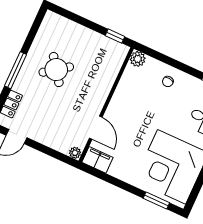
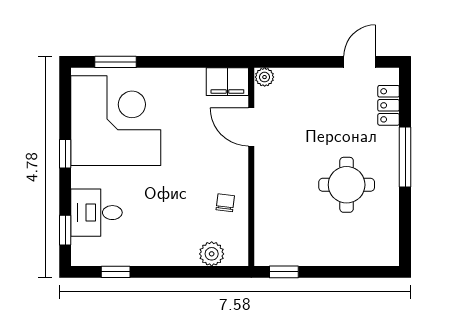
plant: (138, 59) -> (212, 254), moved
round table: (56, 70) -> (347, 185), turned 36
chair: (168, 82) -> (225, 203), moved

